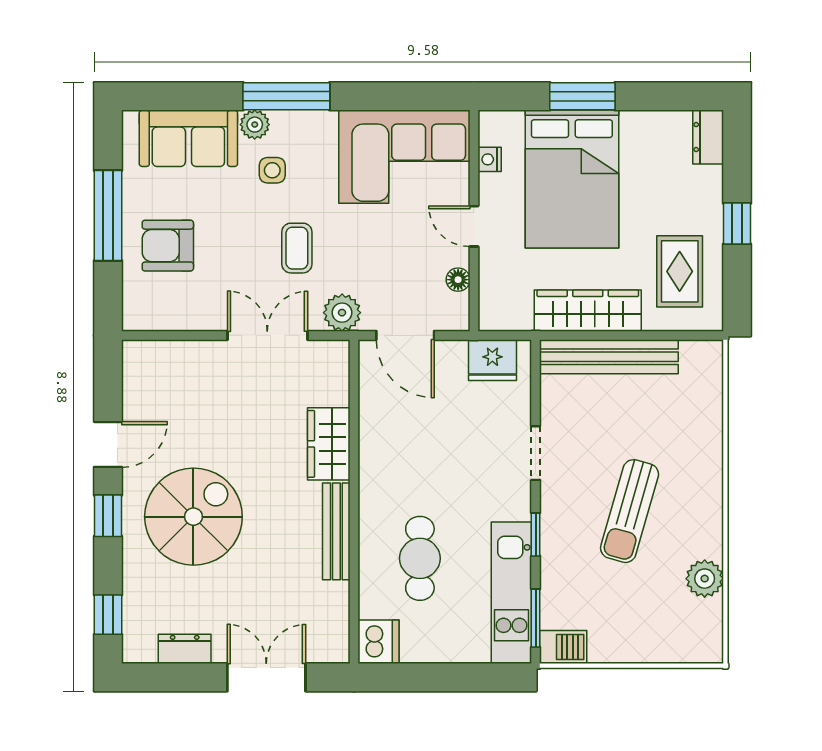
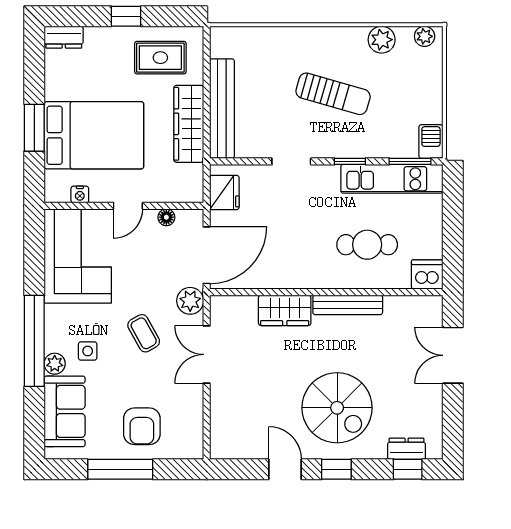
window: (286, 96) -> (34, 341), width x1.46
coffee table: (297, 248) -> (144, 333), turned 61
door: (405, 335) -> (207, 255), width x1.36
spiral stairs: (193, 517) -> (337, 408), turned 180
plant: (709, 638) -> (425, 36), added
dresser: (185, 649) -> (407, 449), moved, turned 90

